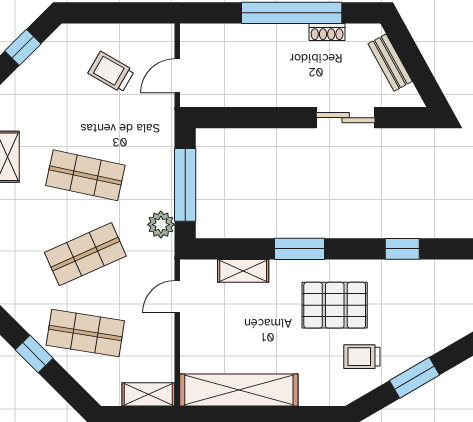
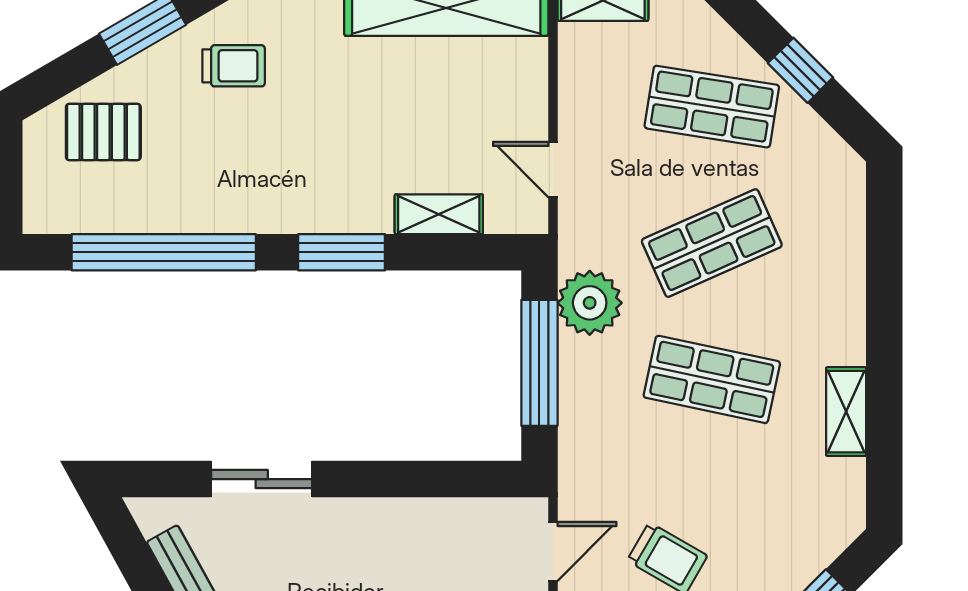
plant: (161, 225) -> (590, 303), width x1.36, depth x1.36
window: (402, 249) -> (164, 252), width x3.17
door: (177, 297) -> (553, 170), swing flipped
pallet: (335, 305) -> (103, 132), moved, width x0.67, depth x0.71

